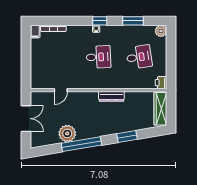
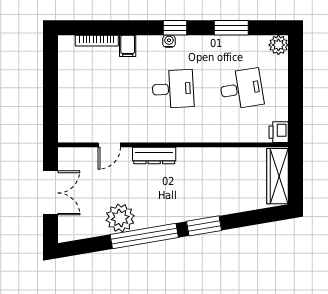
filing cabinet: (35, 32) -> (128, 46), moved
dresser: (111, 96) -> (154, 155), moved
window: (127, 136) -> (204, 226), moved

